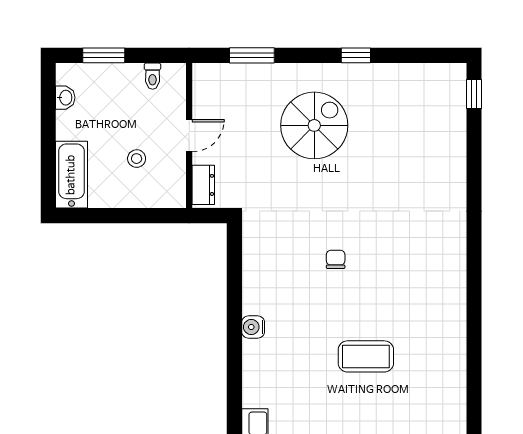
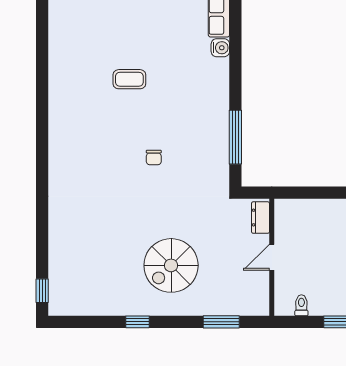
stool: (137, 159) -> (314, 239), removed
window: (234, 285) -> (235, 137), added
water cooler: (253, 327) -> (220, 48), moved
coffee table: (366, 356) -> (129, 79), width x0.73, depth x0.77

